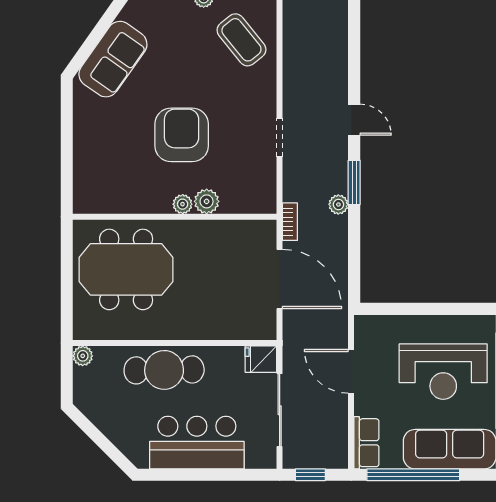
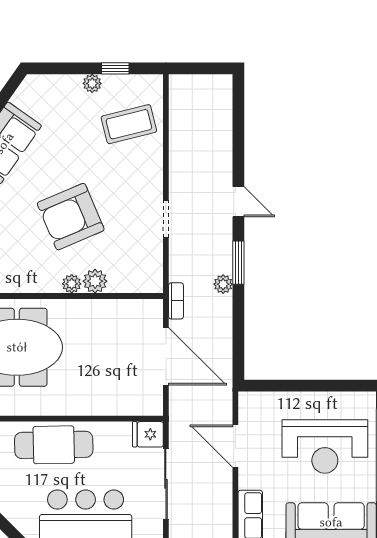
coffee table: (241, 40) -> (129, 124), turned -65
armchair: (182, 135) -> (71, 217), turned -113

